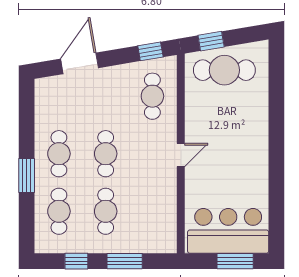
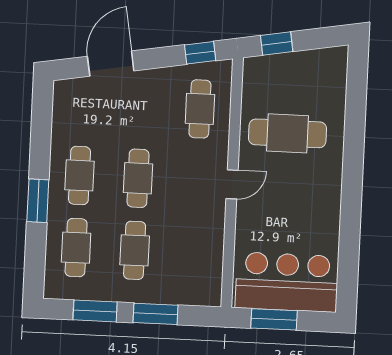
cafe table: (224, 70) -> (288, 133), moved
window: (76, 261) -> (95, 311), width x1.50
window: (235, 261) -> (274, 319), moved

